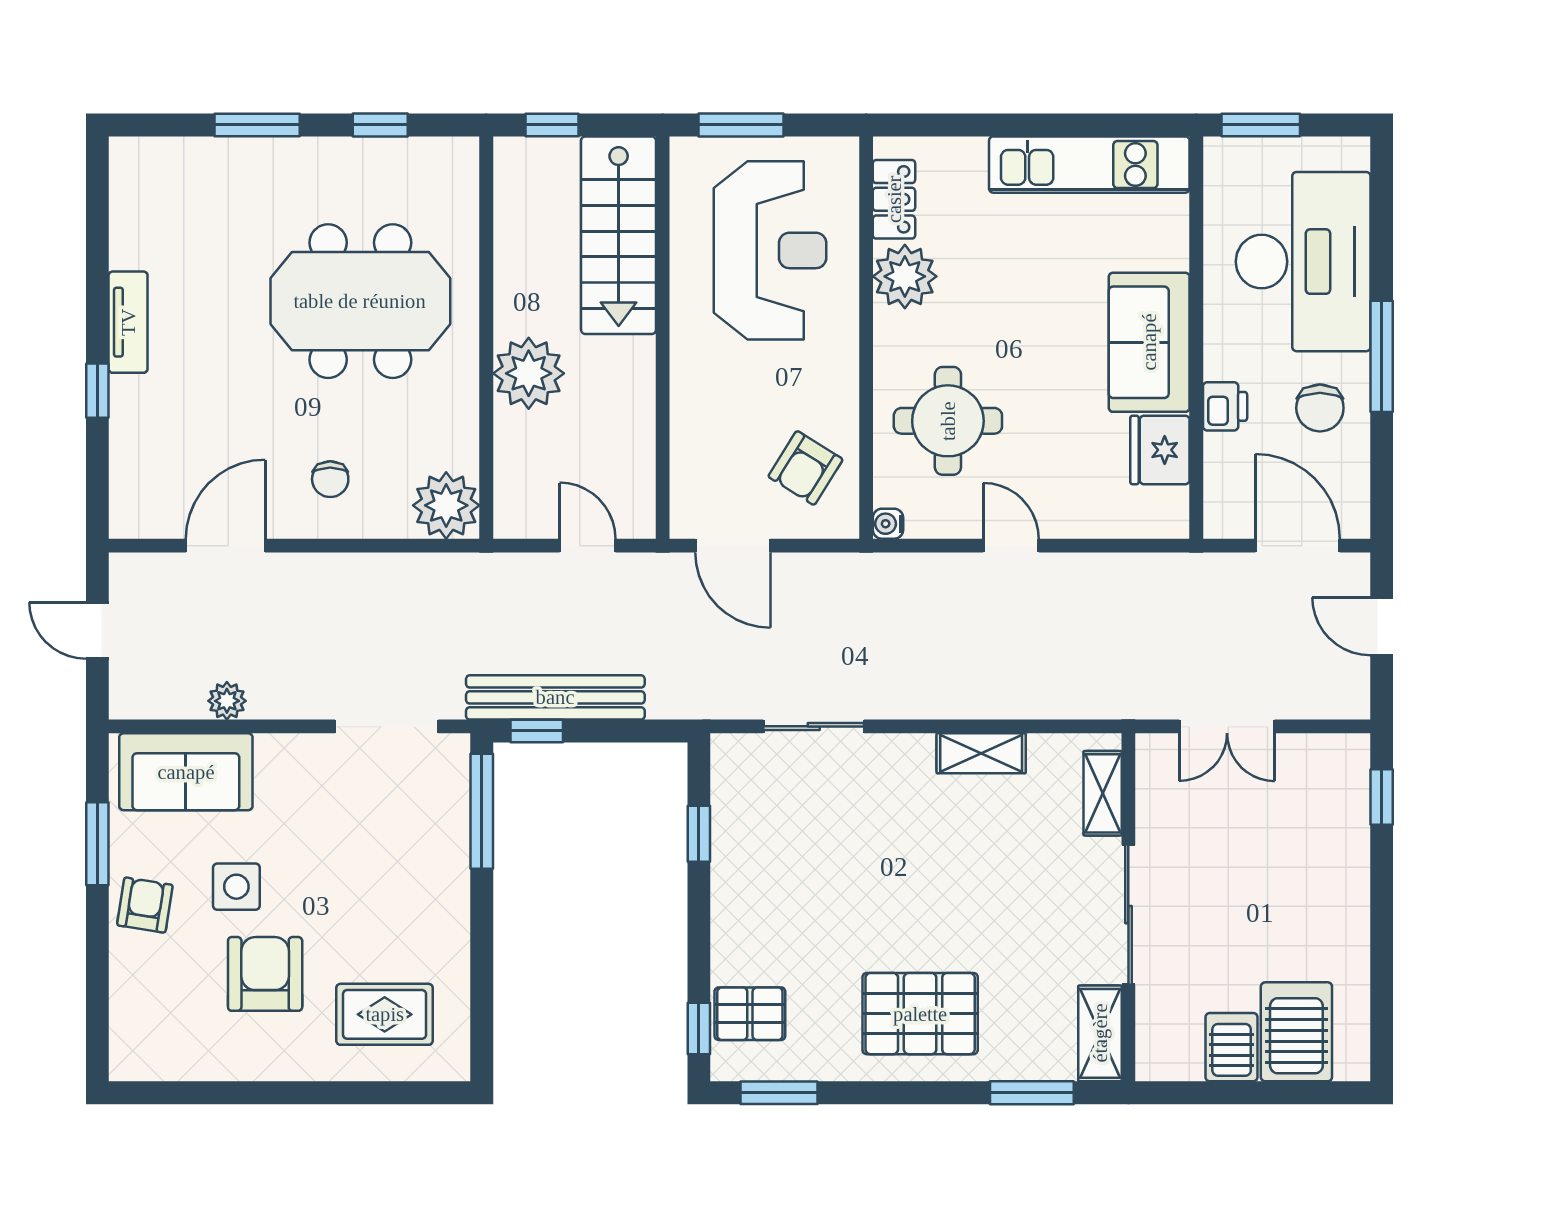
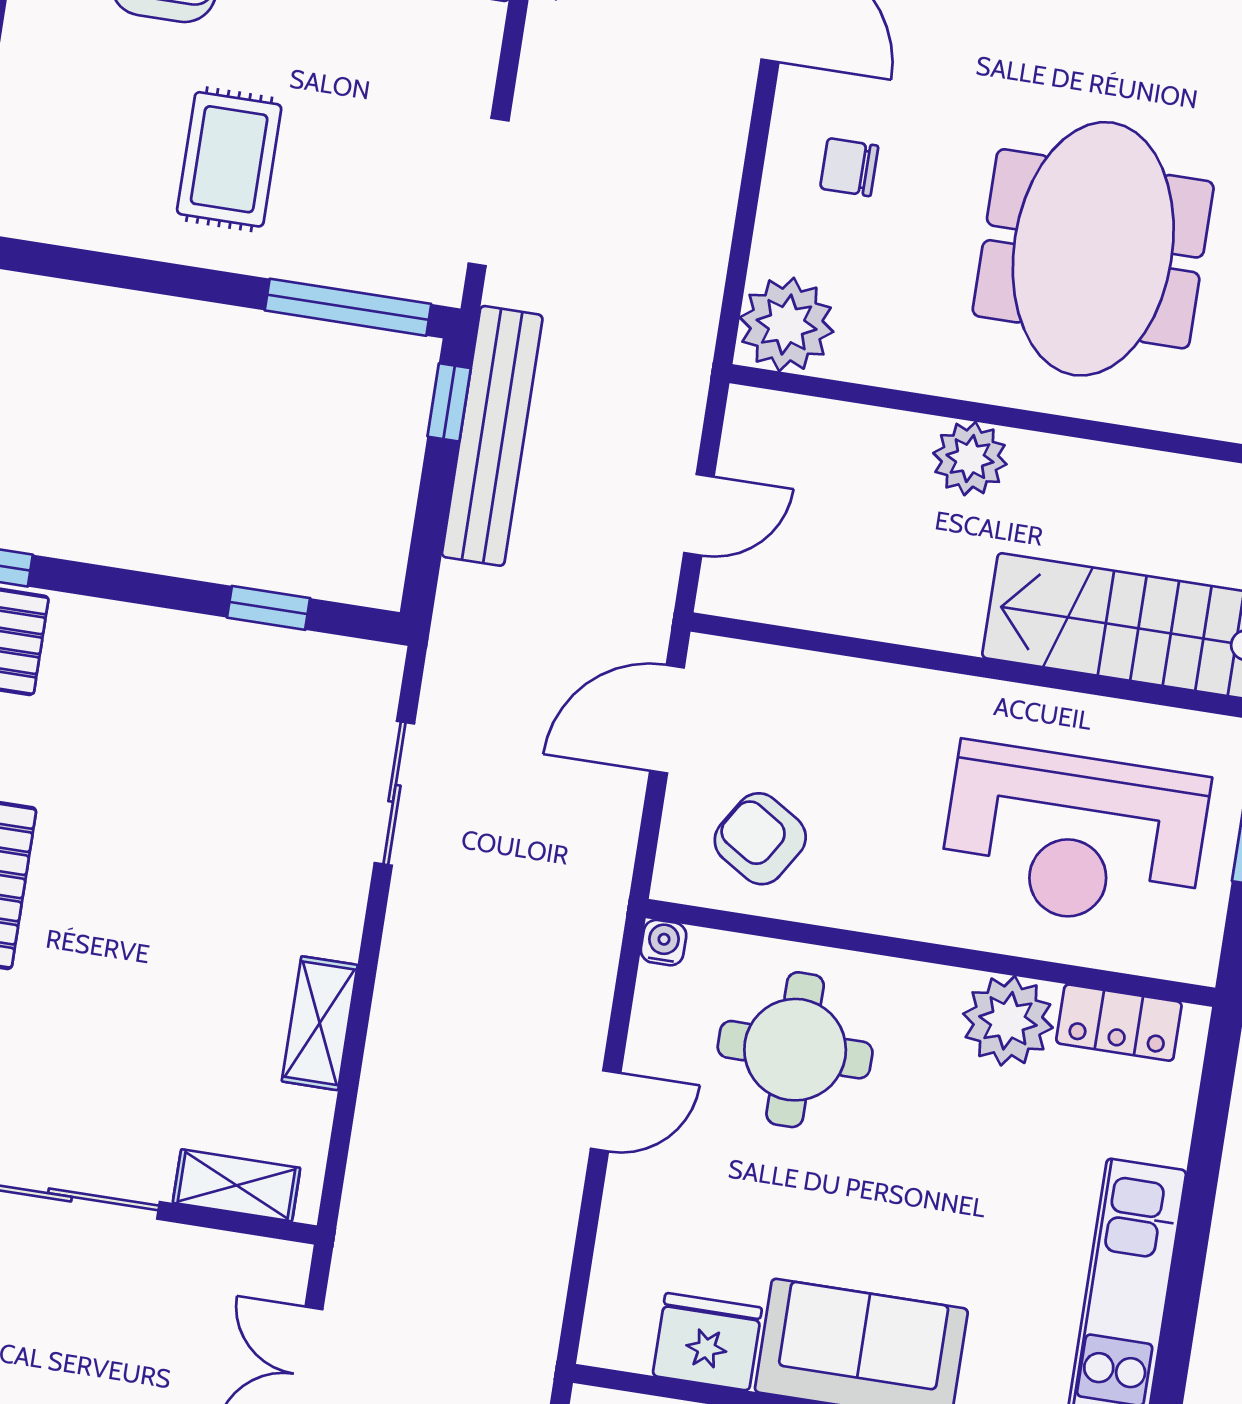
plant: (529, 373) -> (970, 459), width x0.73, depth x0.73
rug: (385, 1014) -> (229, 159), moved

